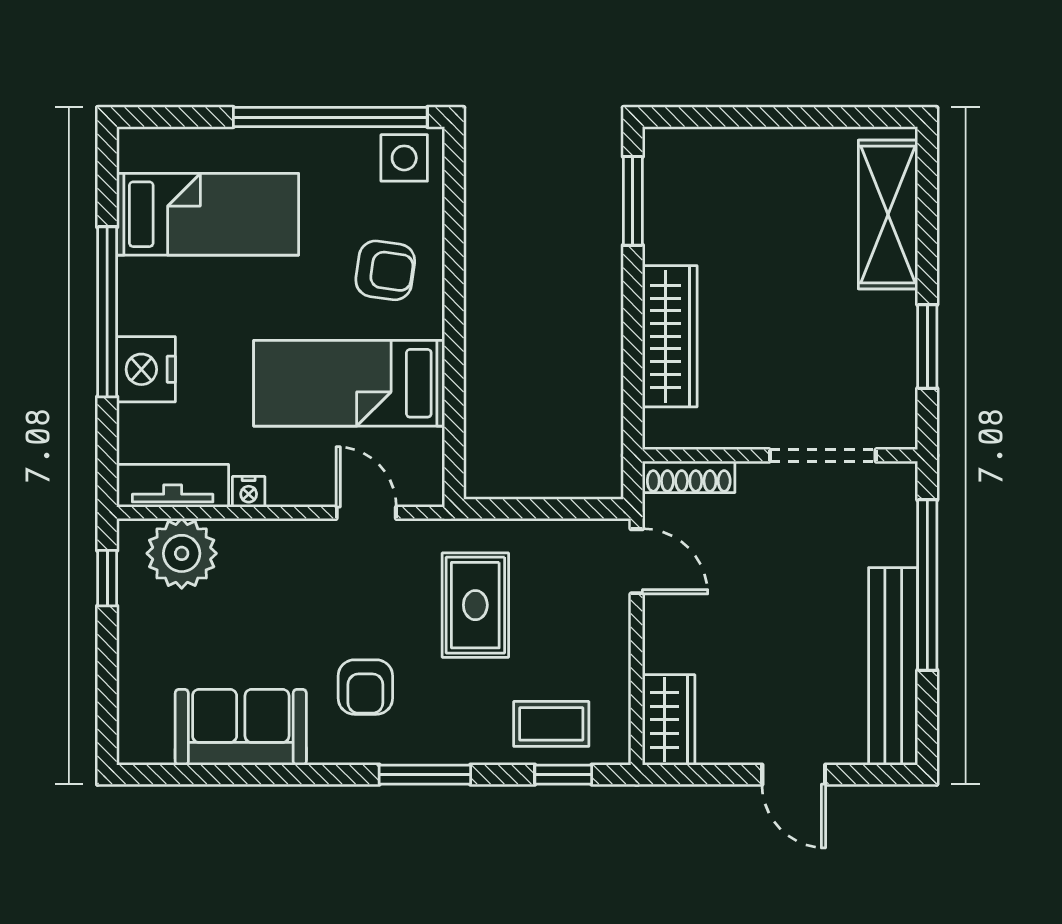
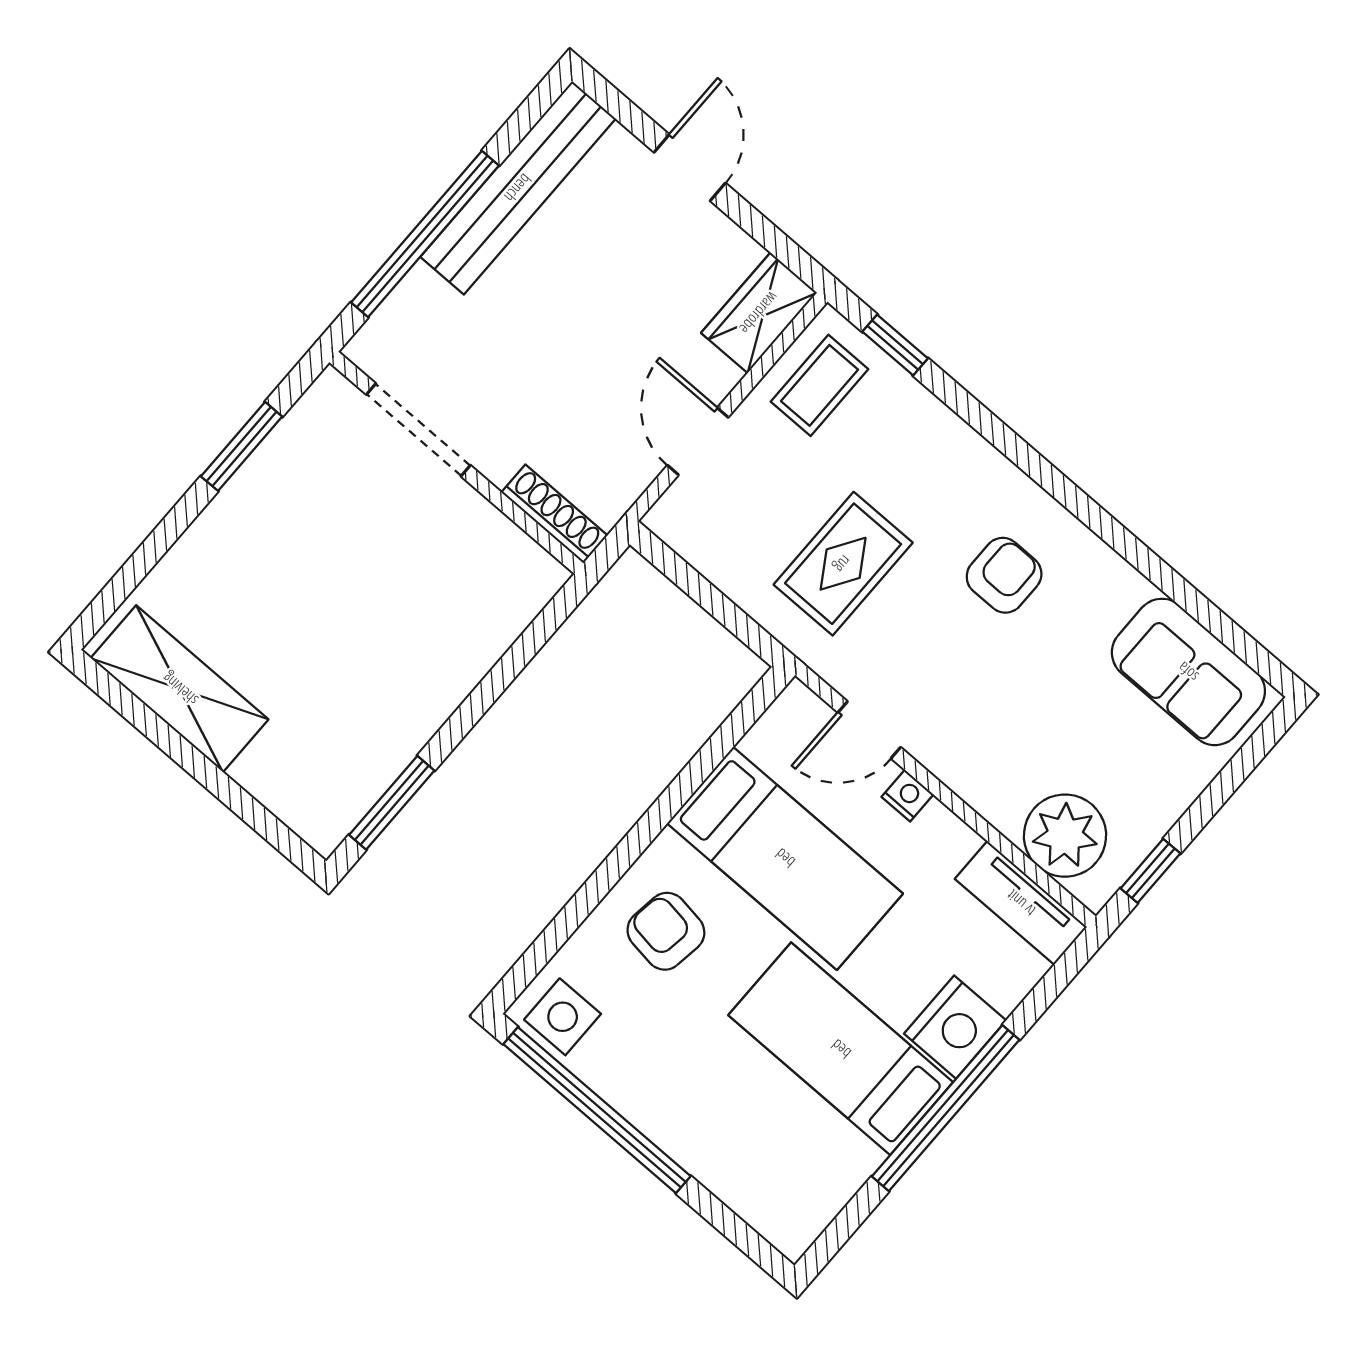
bed: (208, 214) -> (841, 1049), moved
shelving: (888, 215) -> (180, 689), moved, turned 90
wardrobe: (670, 336) -> (463, 654), removed
nightstand: (249, 492) -> (908, 796), moved
door: (366, 513) -> (869, 730), hinge flipped
door: (637, 561) -> (698, 441), moved
coffee table: (551, 724) -> (820, 385), moved, turned 90
sofa: (241, 727) -> (1188, 672), moved
window: (425, 775) -> (1018, 451), removed

